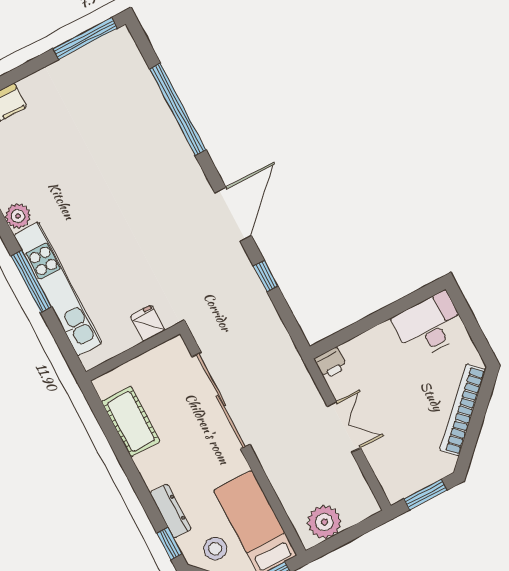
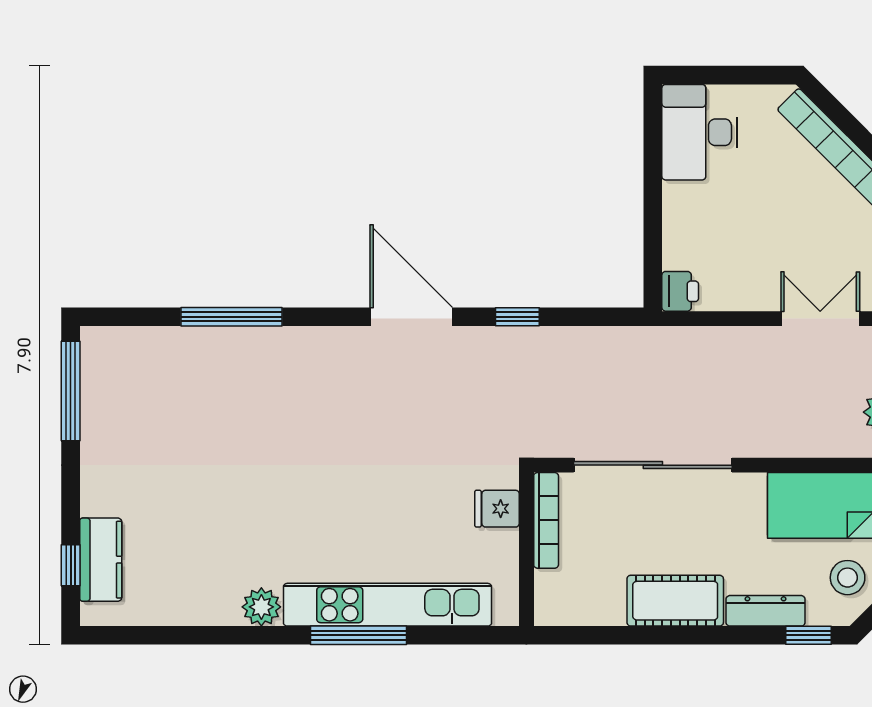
window: (178, 109) -> (232, 317), width x0.68
bookcase: (156, 355) -> (546, 520), added
cot: (131, 421) -> (675, 601), moved
double door: (344, 427) -> (820, 319), moved

